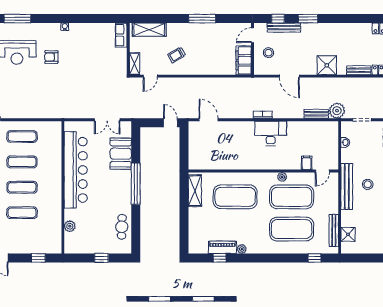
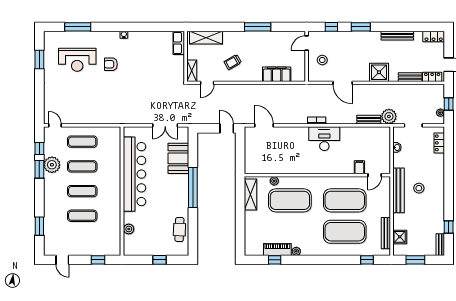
bench: (284, 28) -> (397, 36), moved
filing cabinet: (244, 60) -> (277, 74), moved, turned 90
plant: (282, 177) -> (274, 181), moved
window: (364, 258) -> (415, 260), added

